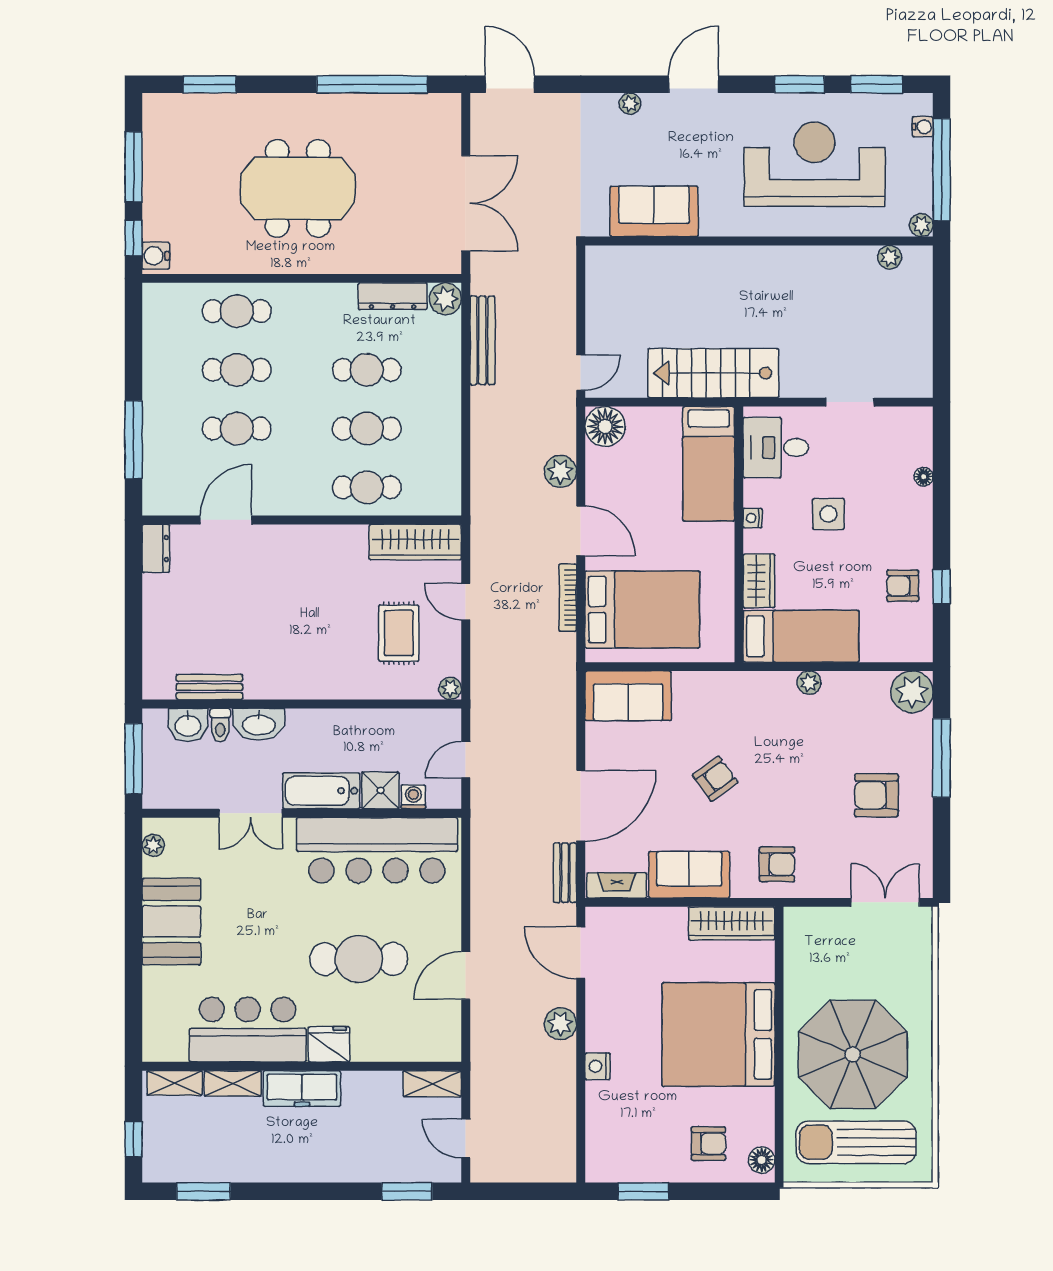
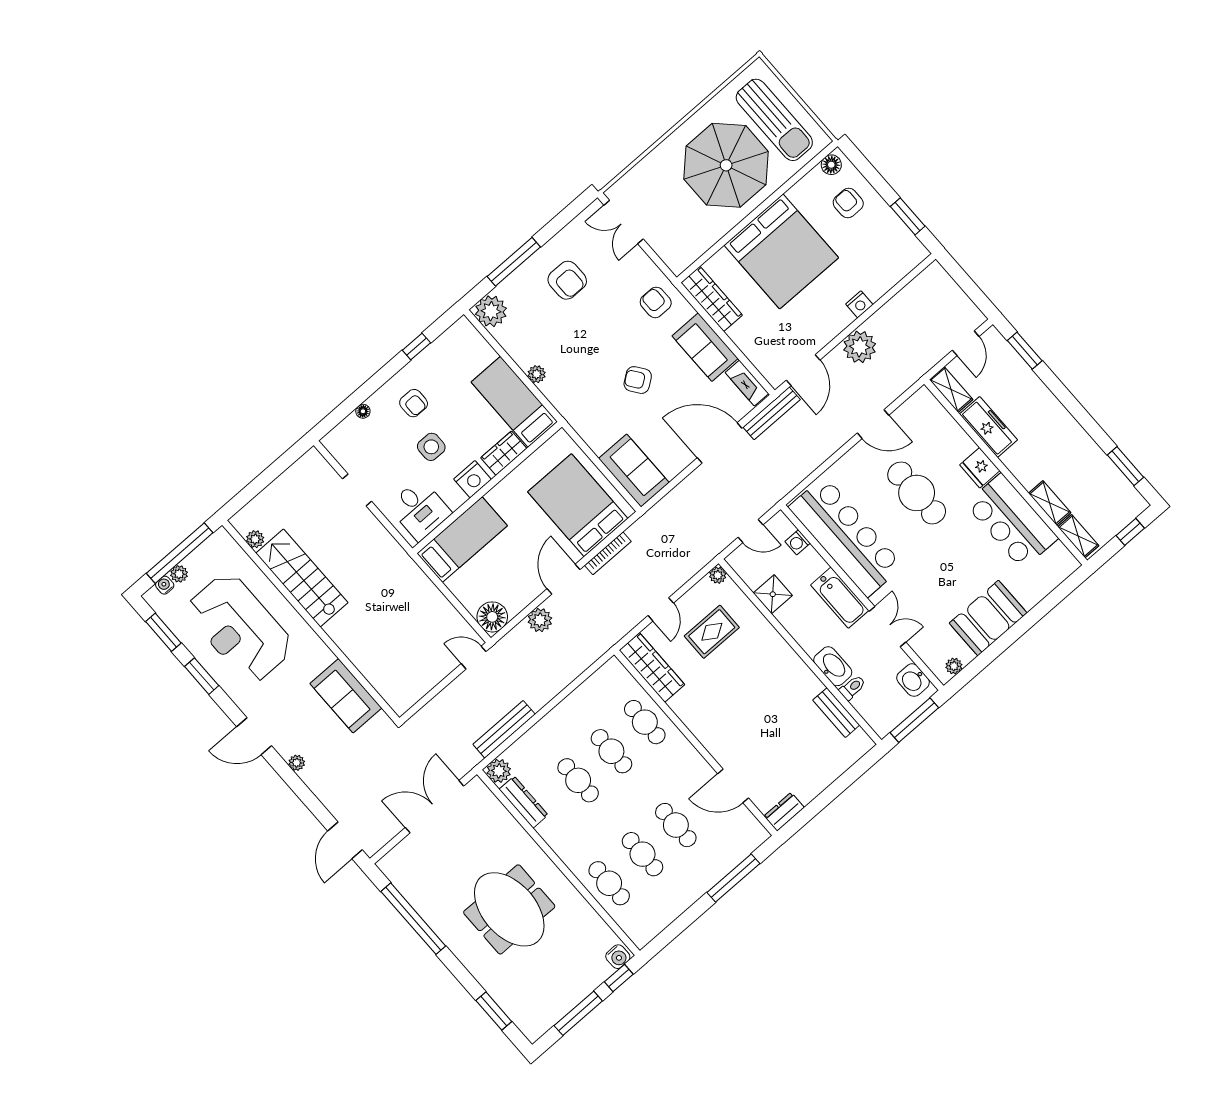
plant: (921, 225) -> (179, 574), moved
stairs: (713, 373) -> (302, 578), moved, turned 180
nightstand: (753, 518) -> (473, 479), width x1.89, depth x1.79
armchair: (903, 586) -> (414, 403), moved
washbasin: (188, 725) -> (913, 680), moved, turned 180
shower: (380, 790) -> (773, 594), moved
bench: (565, 873) -> (772, 413), width x1.36
plant: (560, 1024) -> (860, 347), width x1.36, depth x1.36
freezer: (302, 1088) -> (988, 427), moved

